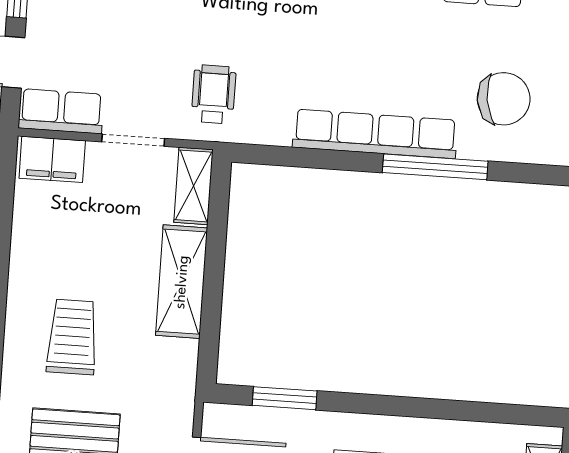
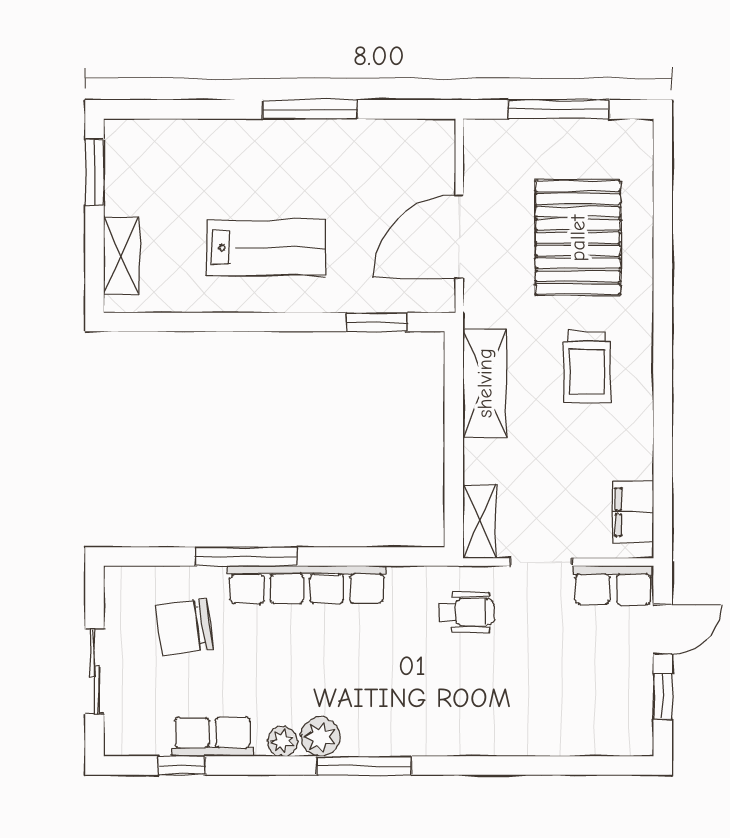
wheelchair: (214, 94) -> (466, 612), turned -90
filing cabinet: (52, 159) -> (633, 512), moved, turned -90
shelving: (182, 282) -> (485, 383), moved

